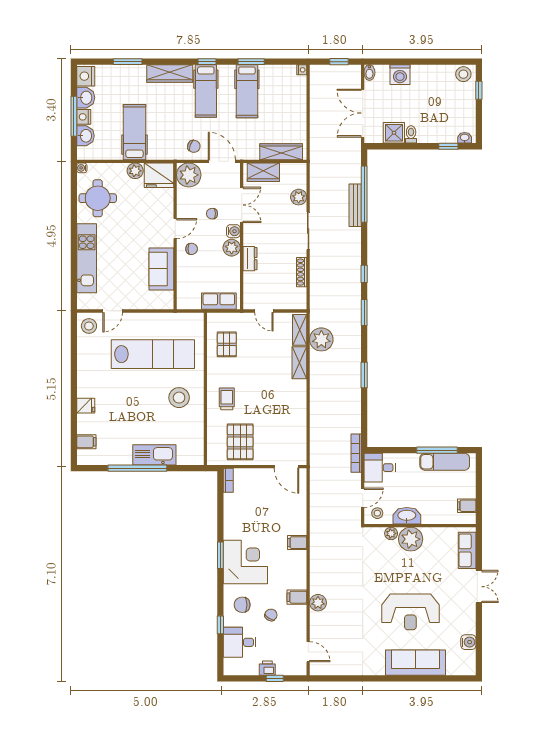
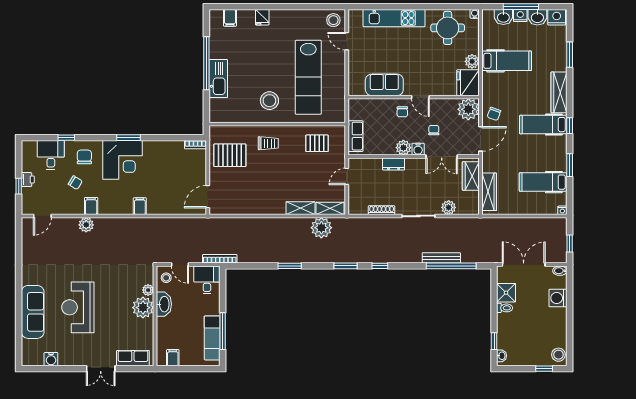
hospital bed: (247, 91) -> (543, 182), moved

